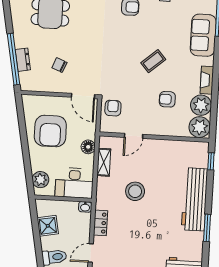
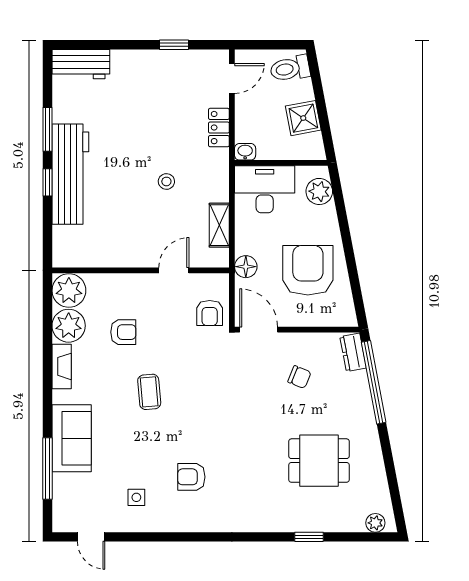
dresser: (23, 60) -> (353, 352), moved
coffee table: (153, 61) -> (149, 392), turned -54
floor lamp: (88, 147) -> (246, 267), moved
window: (211, 161) -> (47, 182), moved
stool: (135, 191) -> (166, 181), width x0.53, depth x0.53

